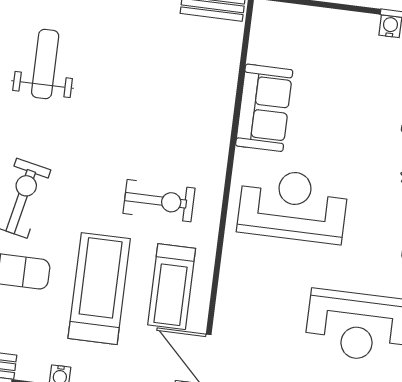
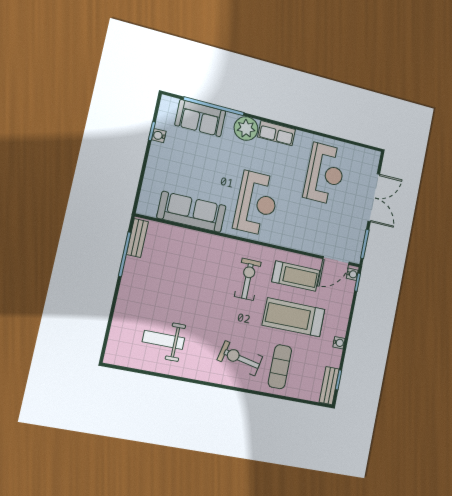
sofa: (264, 108) -> (192, 212), width x1.36
reception desk: (293, 206) -> (257, 203), turned 180

